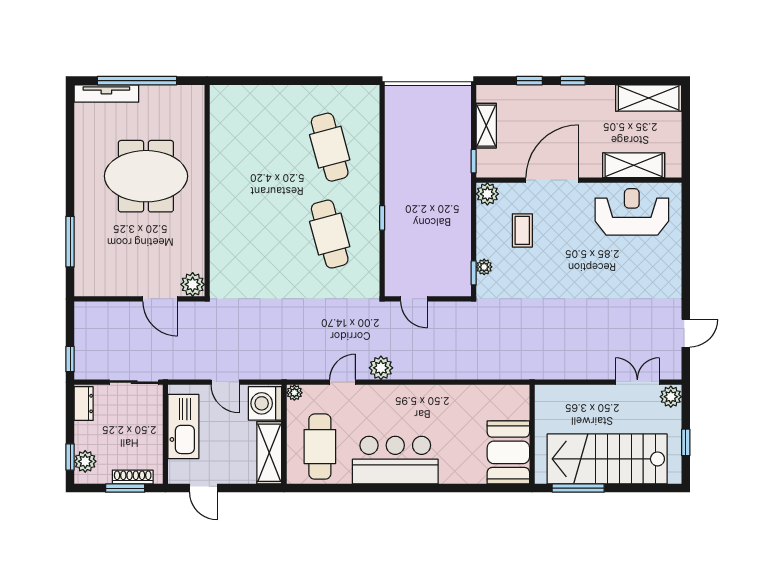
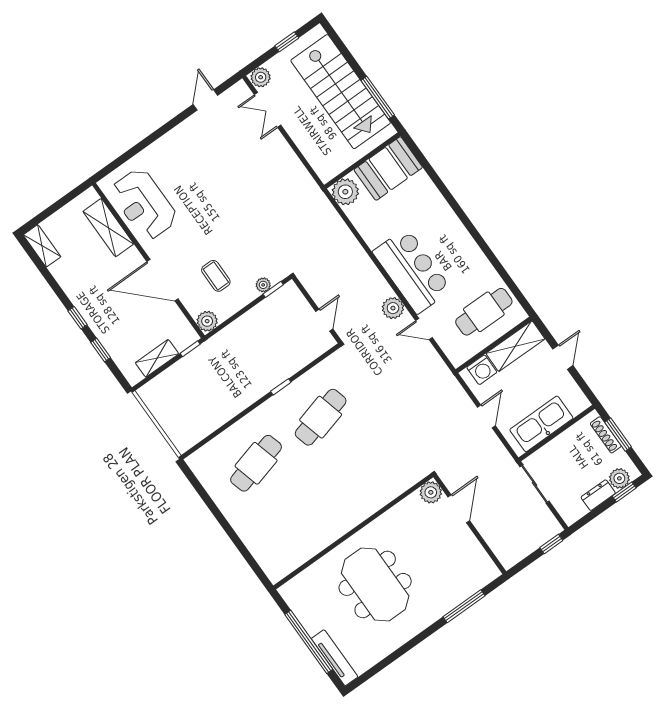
shelving: (649, 98) -> (42, 246), width x0.67, depth x0.75
coffee table: (522, 230) -> (216, 276), turned 90
door: (686, 333) -> (205, 100), hinge flipped
plant: (294, 393) -> (345, 192), moved, width x1.88, depth x1.88
washing machine: (265, 403) -> (482, 370), width x0.73, depth x0.73
dresser: (84, 404) -> (598, 495), moved
bar counter: (395, 460) -> (412, 271), moved, turned 180
door: (203, 488) -> (563, 357), moved

